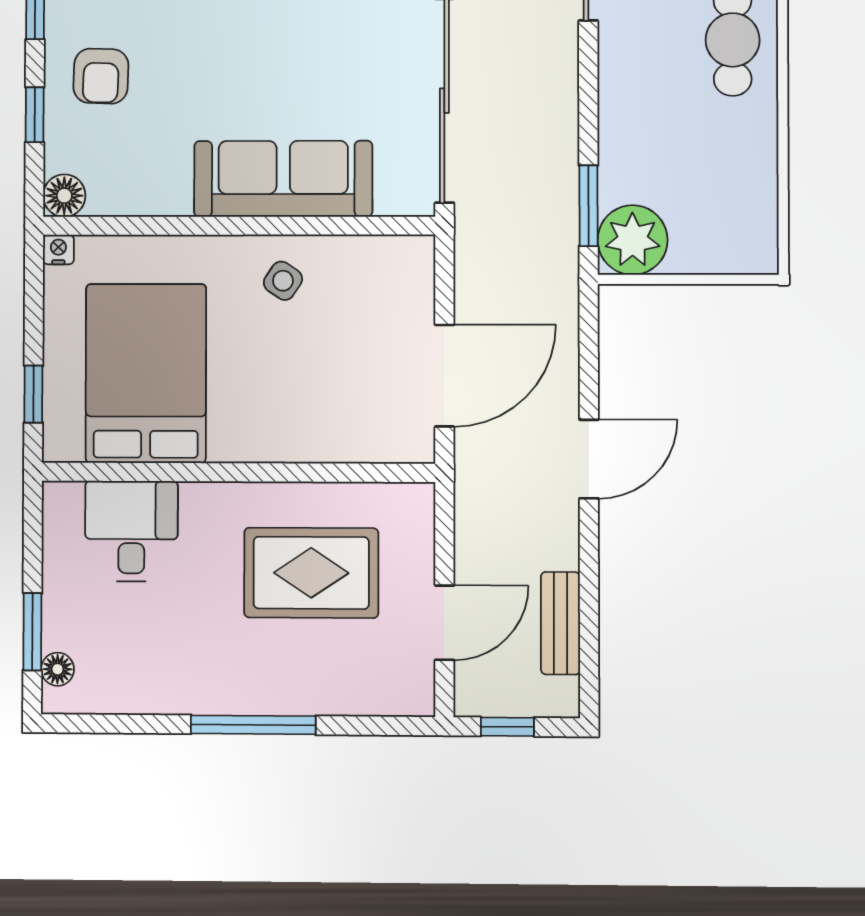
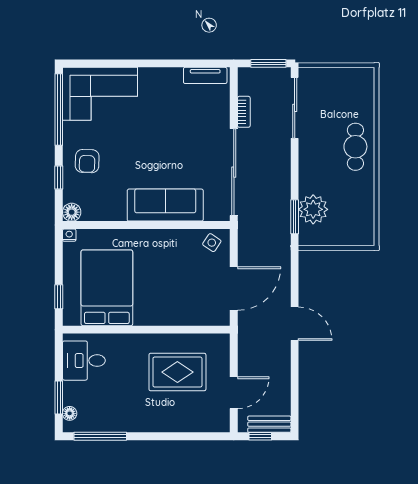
plant: (633, 240) -> (313, 209), moved
side table: (283, 281) -> (212, 243), moved
door: (589, 459) -> (295, 324), hinge flipped
desk: (131, 531) -> (84, 361), moved, turned -90
bench: (560, 623) -> (269, 424), moved, turned 90
window: (253, 725) -> (100, 436), moved

